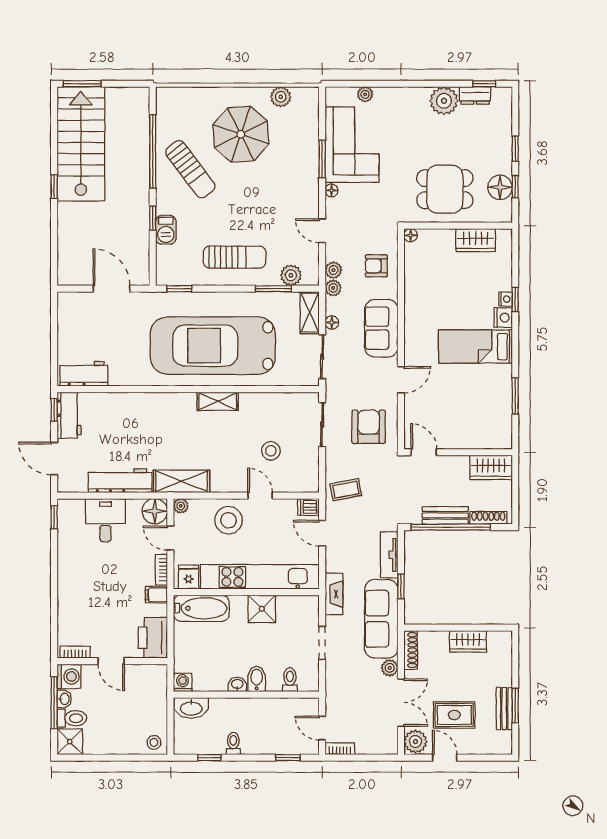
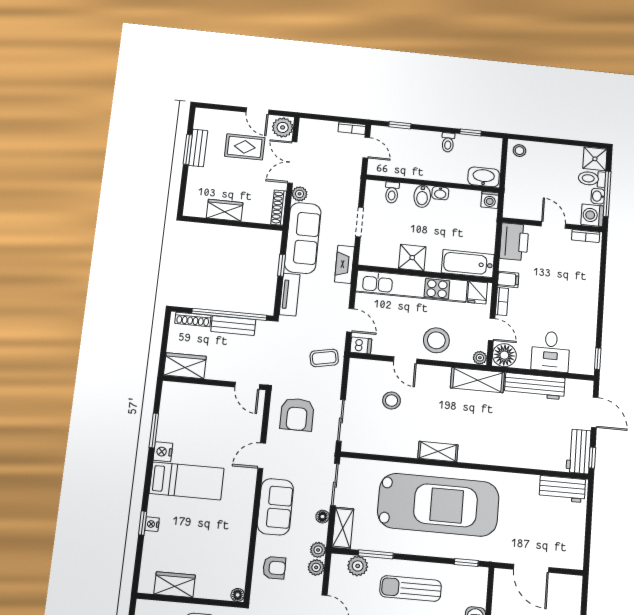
nightstand: (503, 318) -> (163, 452), moved

